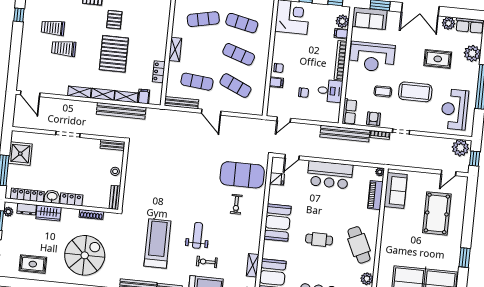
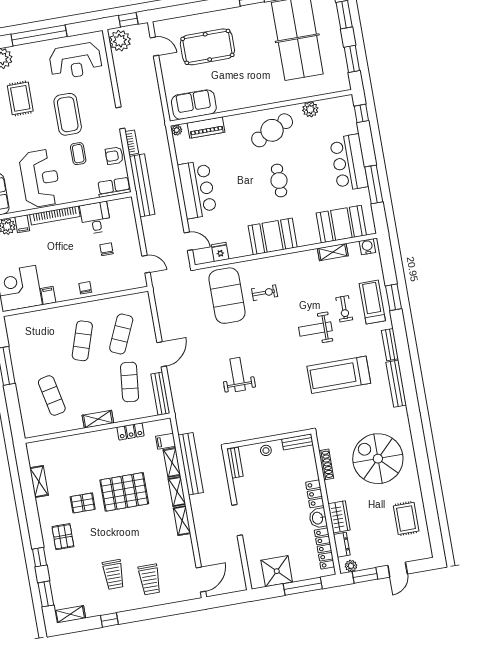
exercise mat: (242, 23) -> (43, 348), removed
trolley: (64, 48) -> (150, 579), moved
filing cabinet: (276, 82) -> (48, 295), moved
weight bench: (179, 166) -> (238, 374), added

